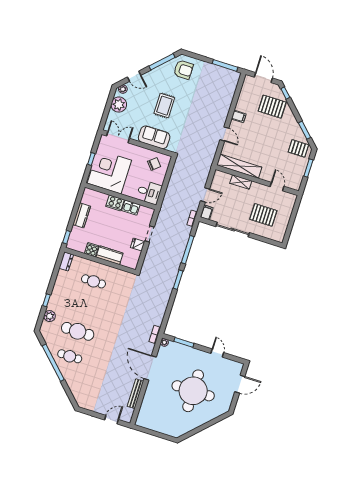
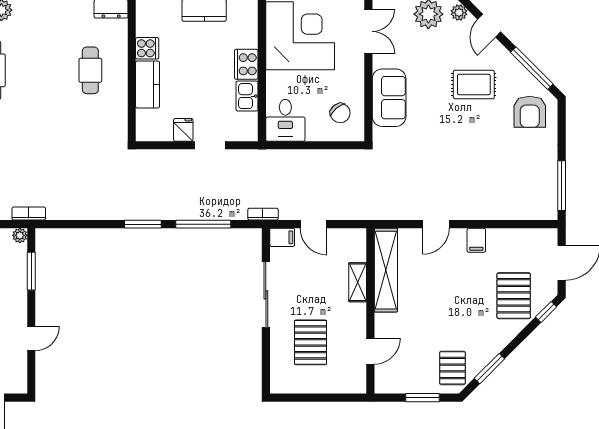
rug: (164, 106) -> (474, 84), moved

